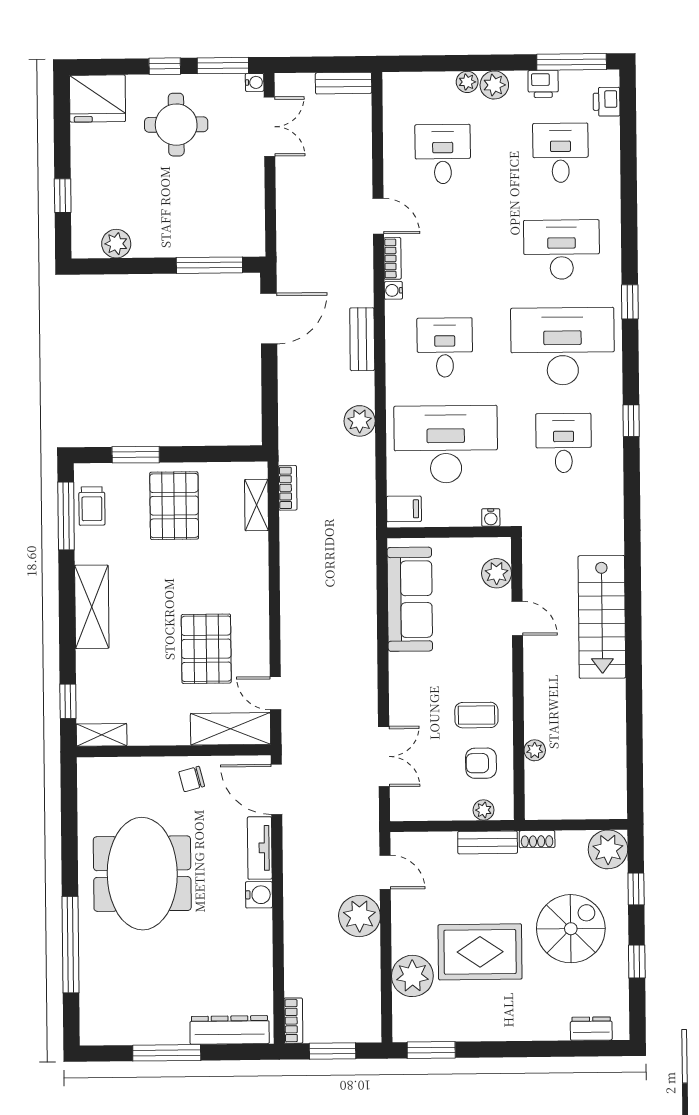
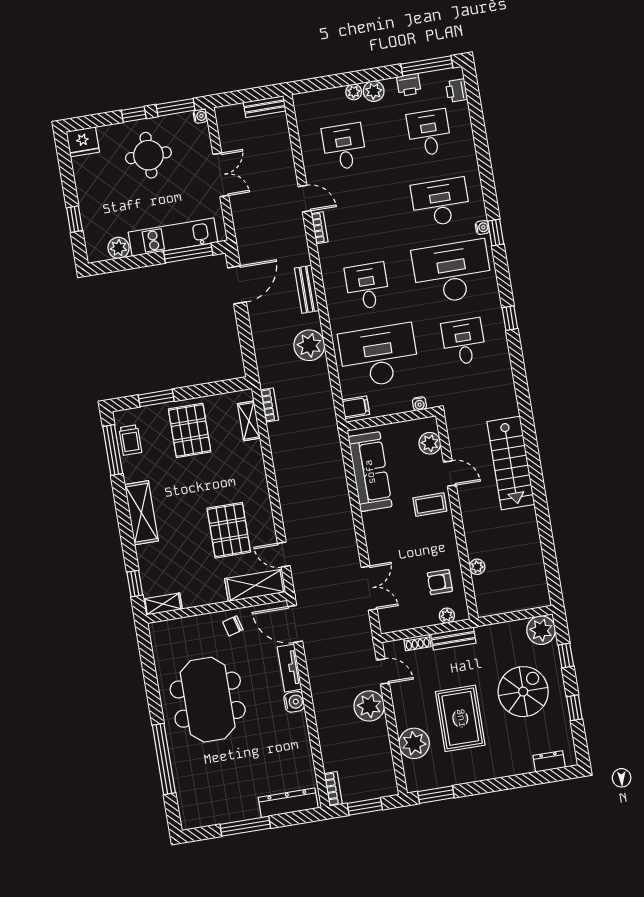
fridge: (98, 98) -> (83, 142), width x0.73, depth x0.75
double door: (270, 127) -> (221, 175), moved
kitchen unit: (192, 241) -> (173, 237), added
water cooler: (393, 290) -> (482, 227), moved, turned 180
plant: (360, 421) -> (309, 345), width x1.36, depth x1.36
coffee table: (476, 715) -> (430, 504), moved
shoe rack: (537, 839) -> (417, 642), moved
rug: (480, 952) -> (460, 718), turned 90

